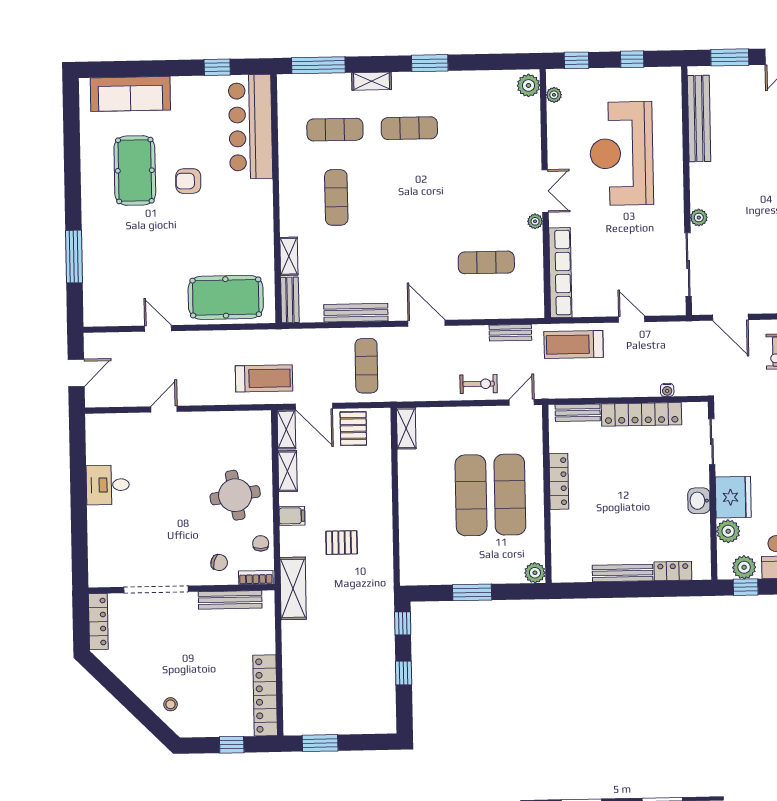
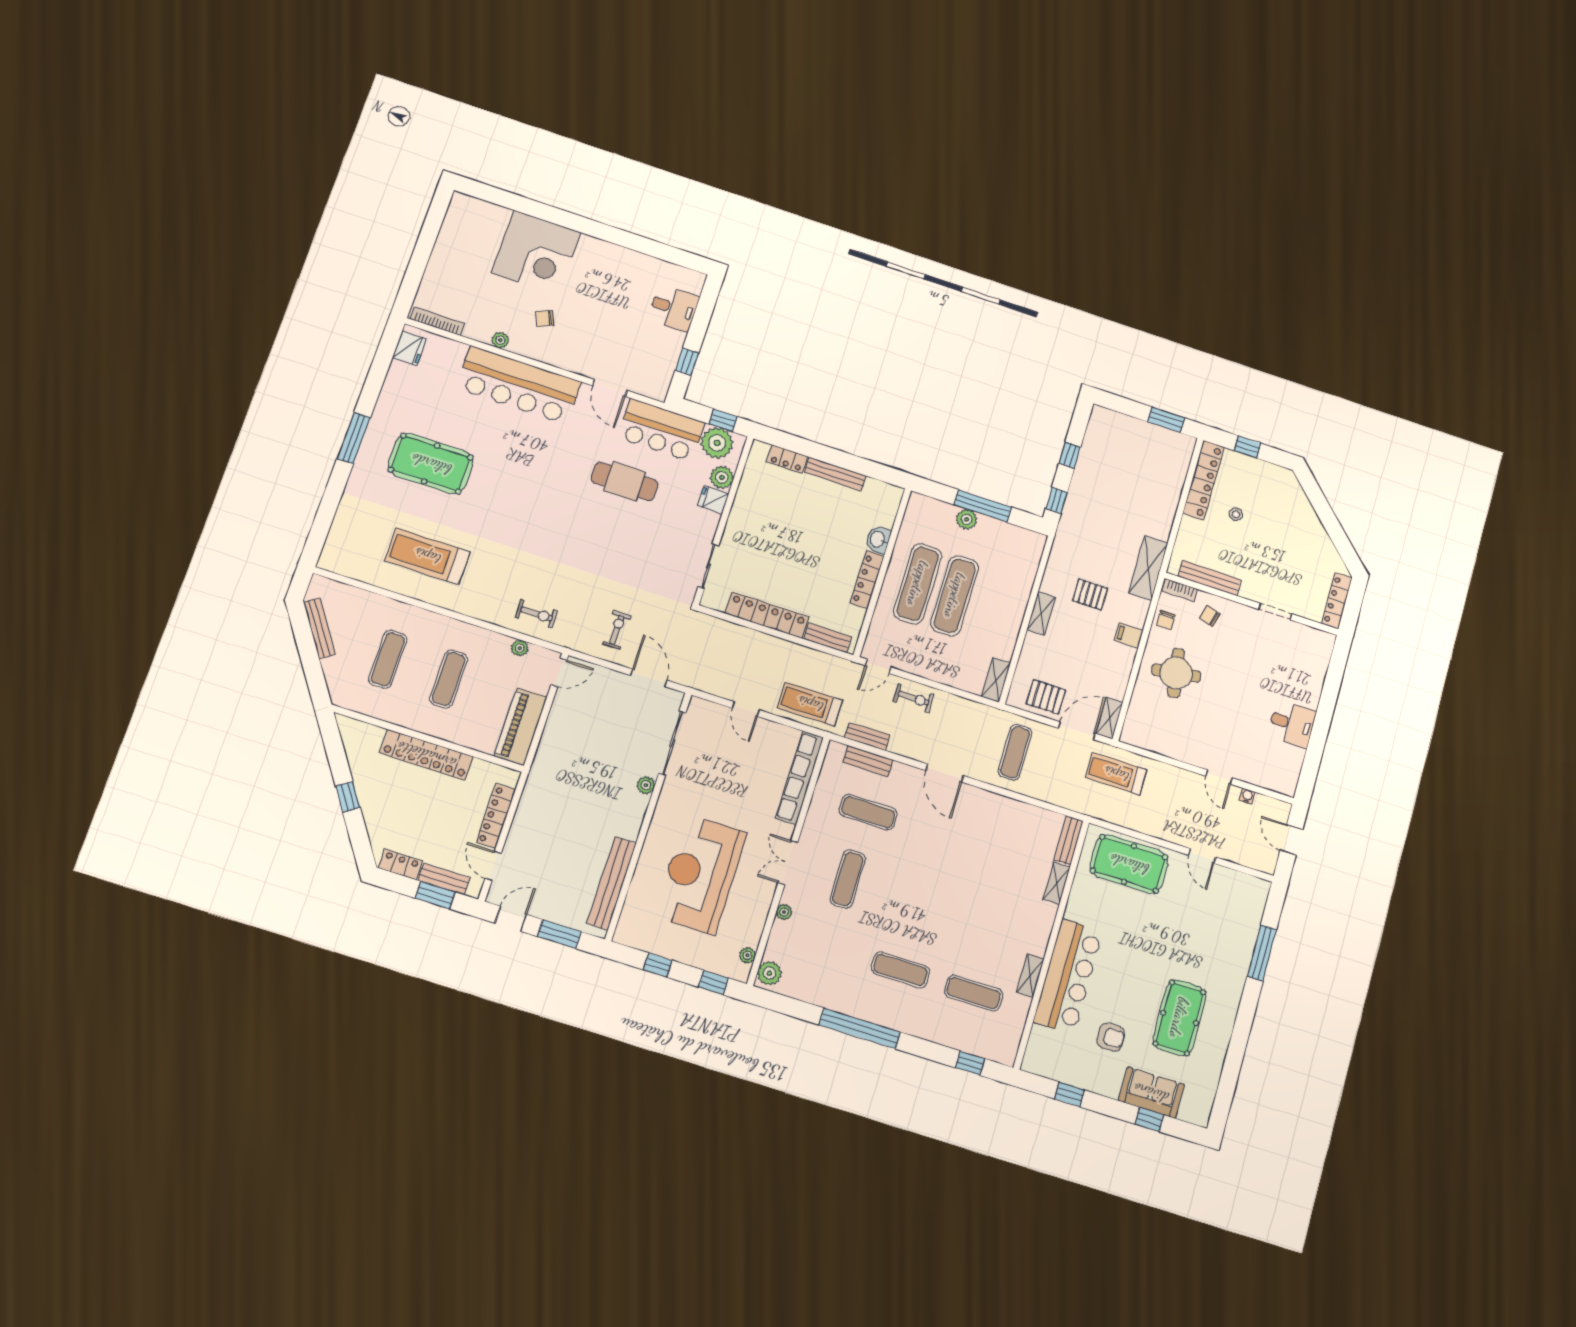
window: (430, 63) -> (860, 1028), width x2.11
window: (318, 65) -> (970, 1063), width x0.46
window: (135, 69) -> (1150, 1120), added
shelving: (372, 81) -> (1030, 975), moved, turned 90
sofa: (130, 94) -> (1151, 1093), width x0.73
bar counter: (251, 127) -> (1068, 977), moved
reception desk: (622, 153) -> (700, 874), turned 180
armchair: (188, 181) -> (1111, 1037), moved
exercise mat: (336, 197) -> (848, 879), moved
plant: (535, 221) -> (784, 912), moved
bench: (356, 313) -> (868, 761), moved, width x0.73
treadmill: (574, 344) -> (810, 704), turned 180
door: (76, 373) -> (1291, 840), hinge flipped
exercise bike: (479, 384) -> (914, 698), turned 180
water cooler: (667, 390) -> (1247, 796), moved
door: (314, 406) -> (1077, 731), hinge flipped
door: (164, 409) -> (1219, 777), hinge flipped
pallet: (353, 429) -> (1046, 697), turned 90
shelving: (288, 471) -> (1041, 613), moved
fridge: (733, 497) -> (713, 500), width x0.53, depth x0.75
washbasin: (699, 501) -> (878, 540), moved, turned 180
plant: (744, 567) -> (717, 443), width x1.36, depth x1.36
plant: (535, 573) -> (967, 519), moved
doorway: (156, 589) -> (1275, 612), width x0.53
window: (472, 592) -> (983, 506), width x1.44
stool: (170, 704) -> (1236, 514), moved

